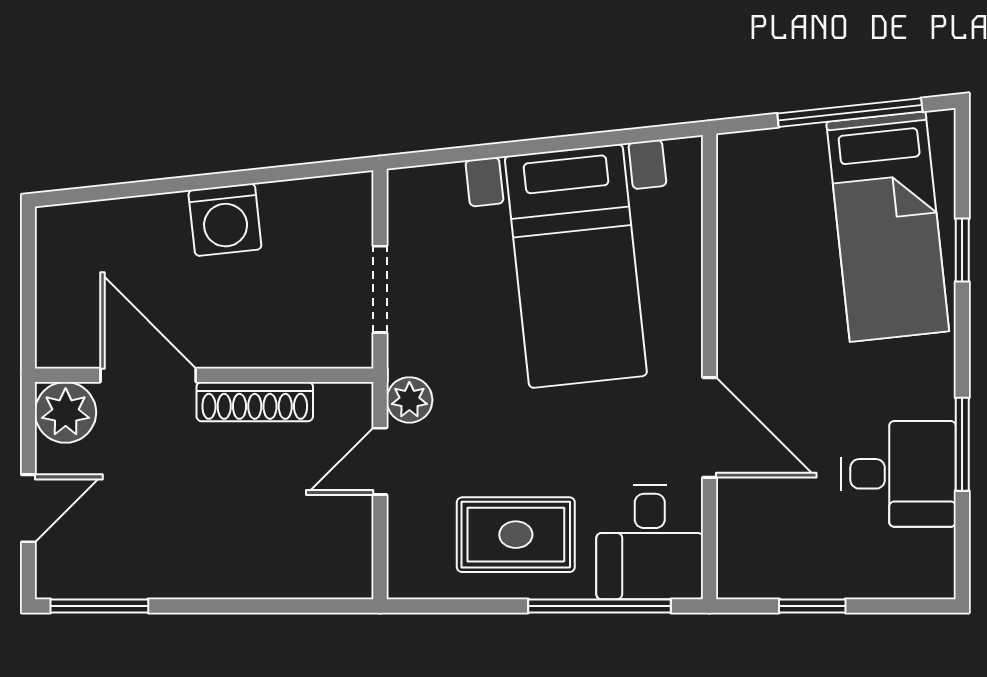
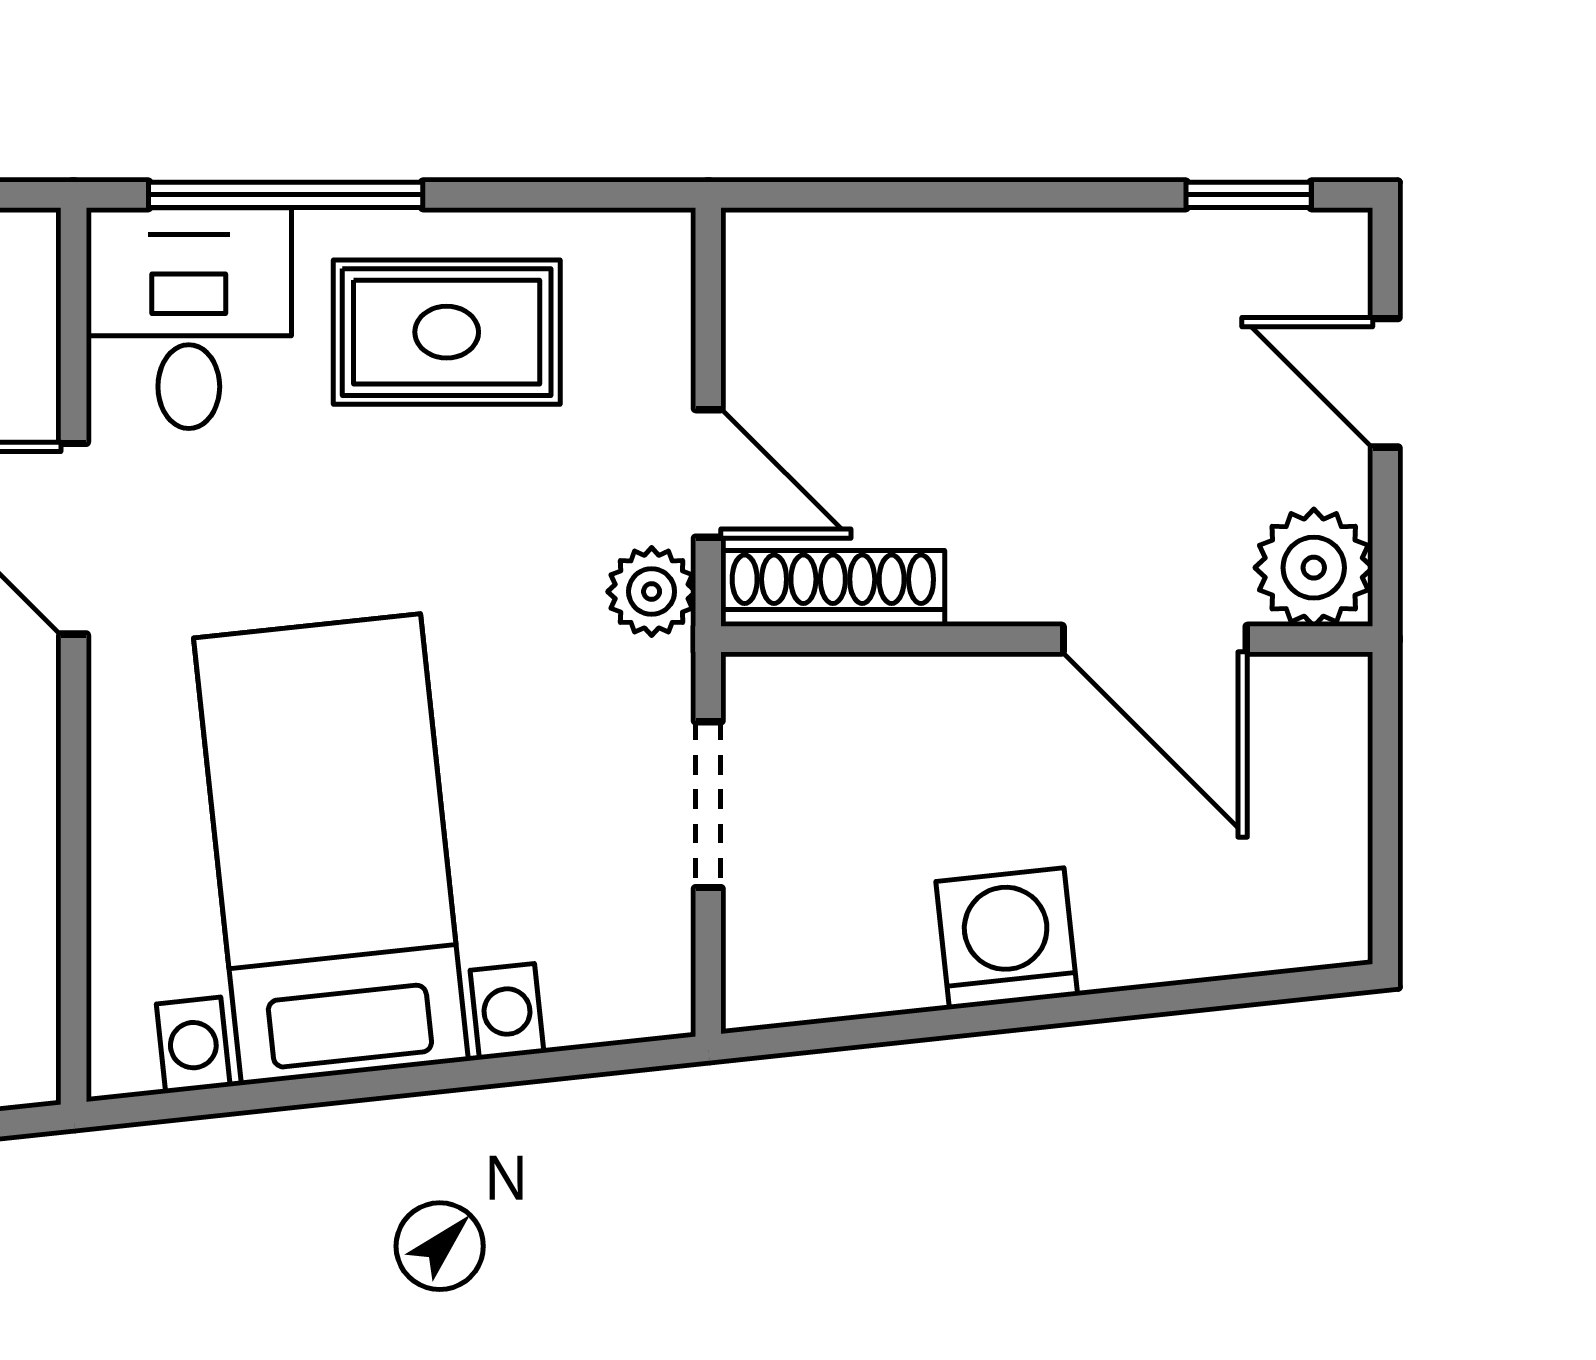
shoe rack: (255, 402) -> (833, 588), moved
door: (380, 461) -> (708, 473), hinge flipped
door: (28, 508) -> (1385, 383), hinge flipped
window: (99, 606) -> (1249, 195), width x0.67

